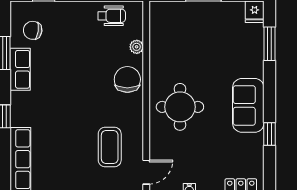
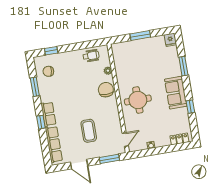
window: (269, 44) -> (183, 66), moved
row of seats: (20, 69) -> (48, 114), moved
coffee table: (110, 147) -> (89, 131), moved

